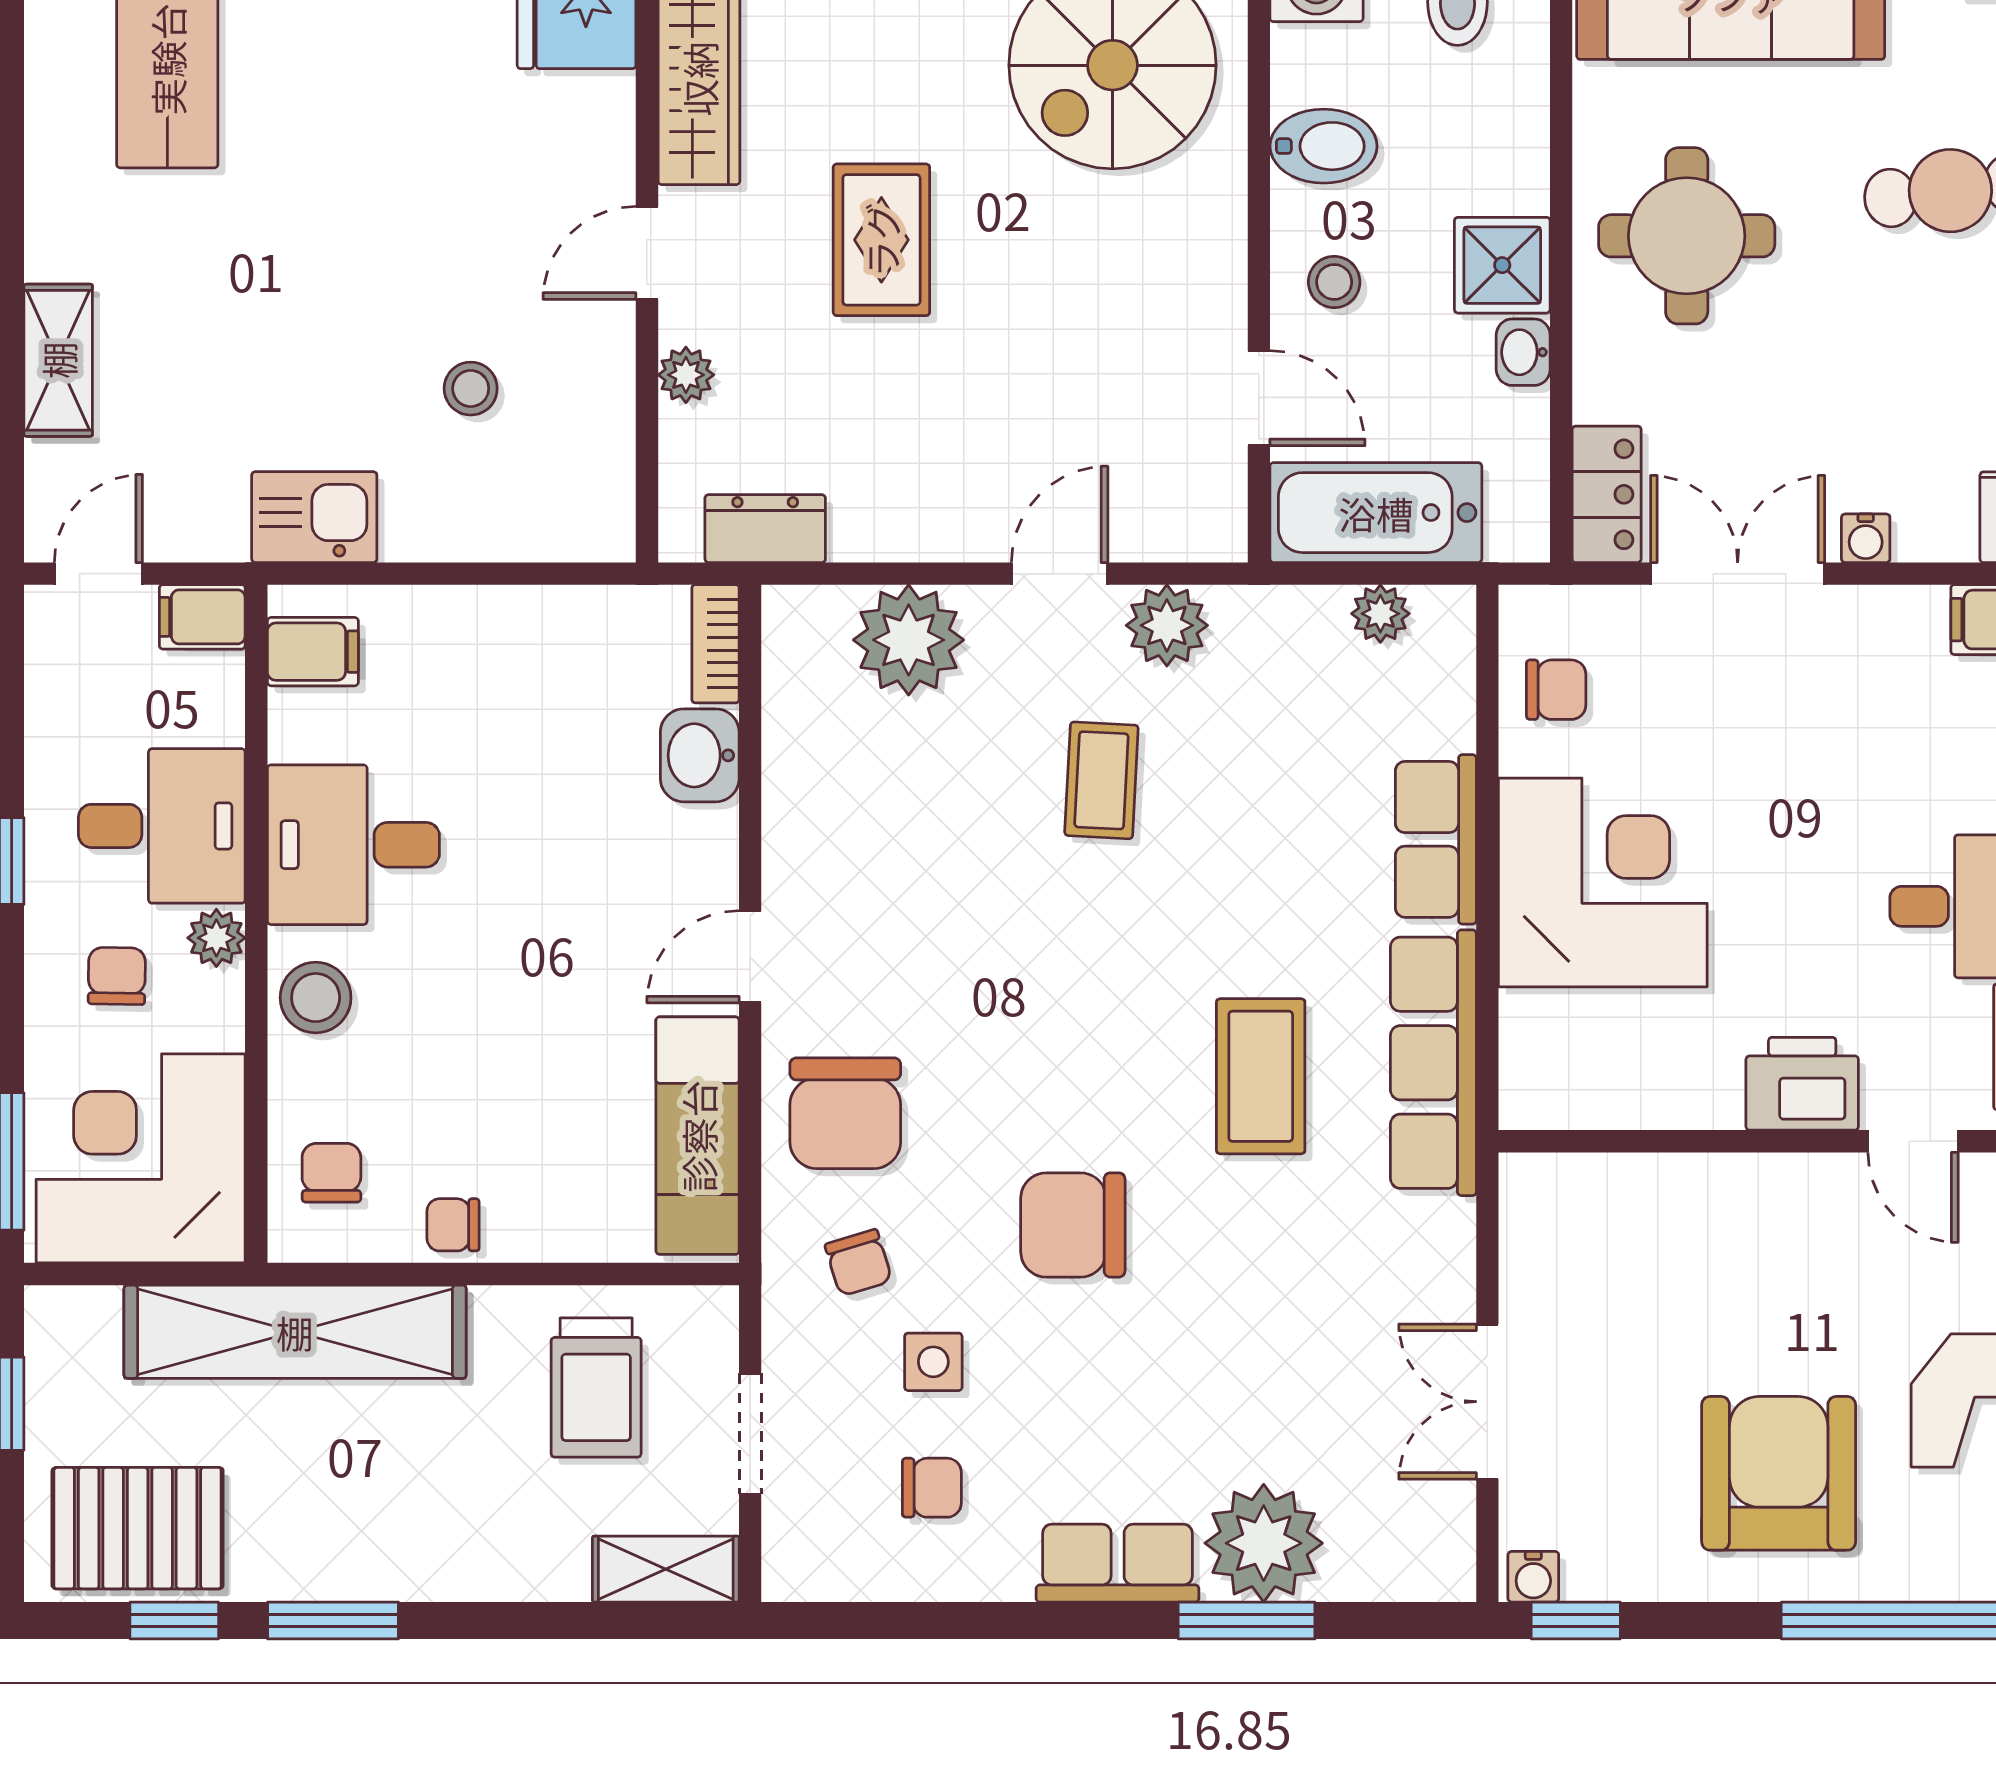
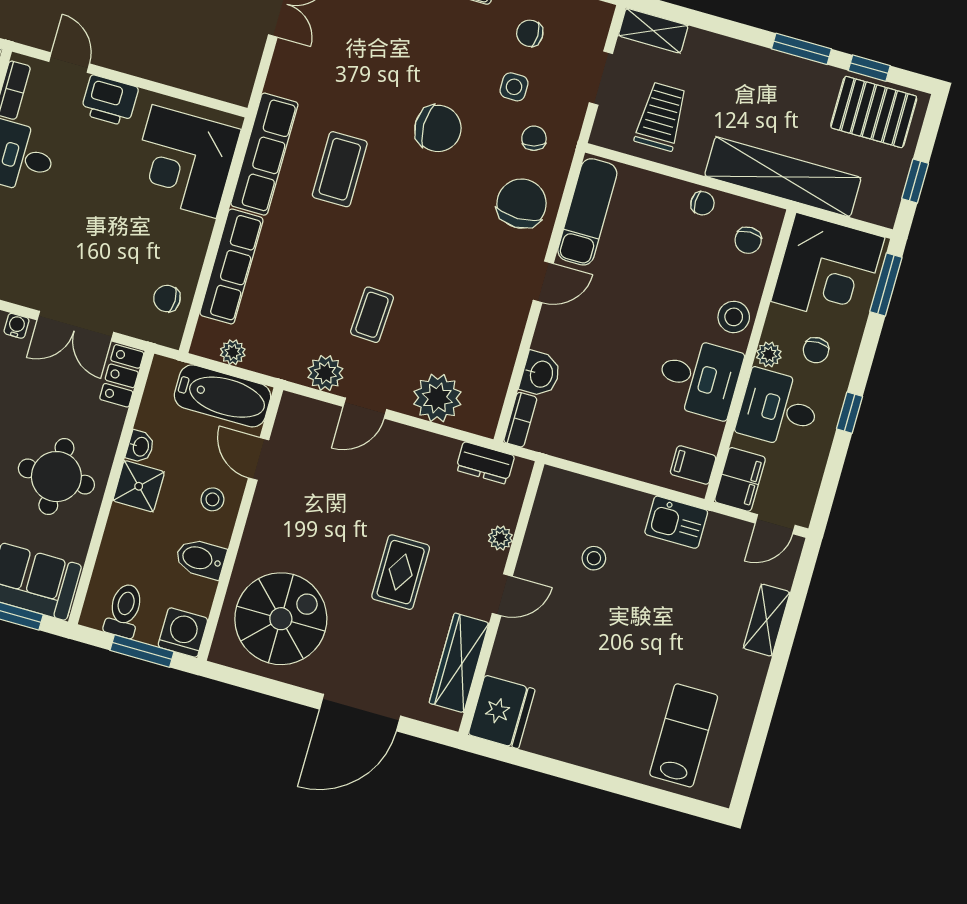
filing cabinet: (202, 617) -> (740, 479), width x2.00
row of seats: (1436, 839) -> (231, 266), width x1.48
corner desk: (1603, 882) -> (184, 161), moved

